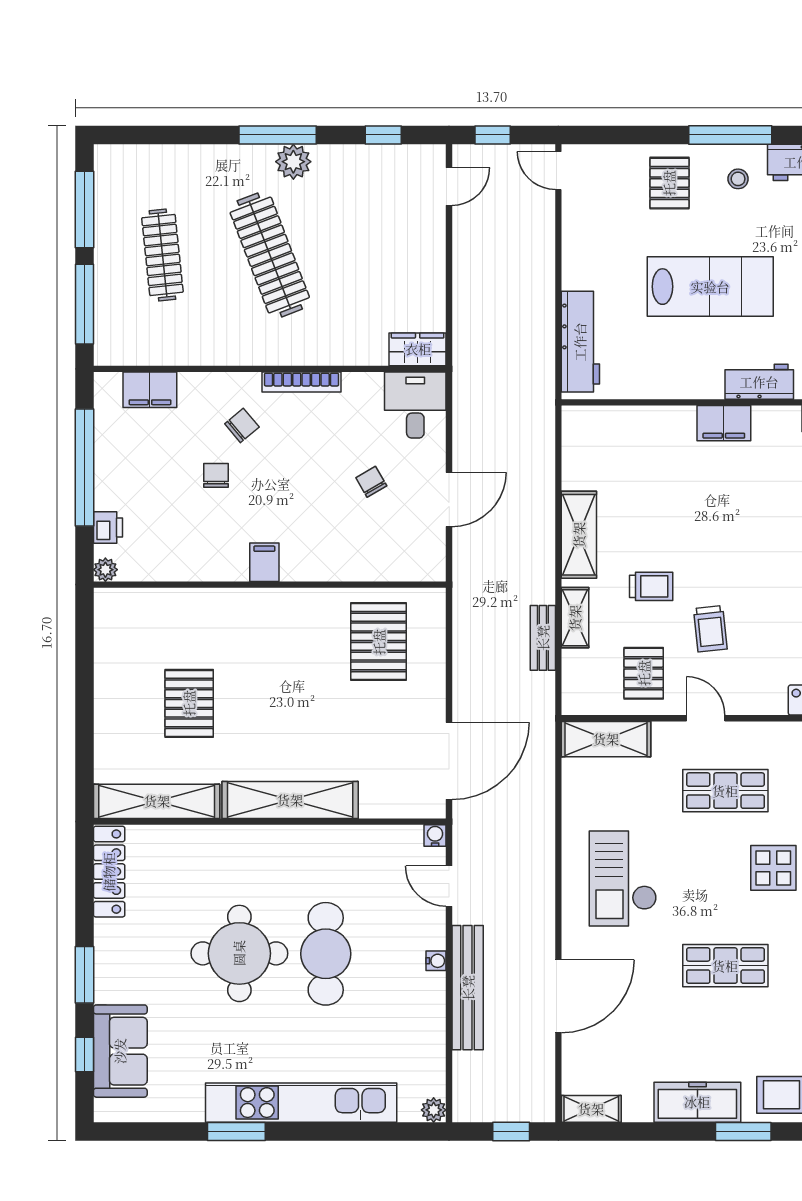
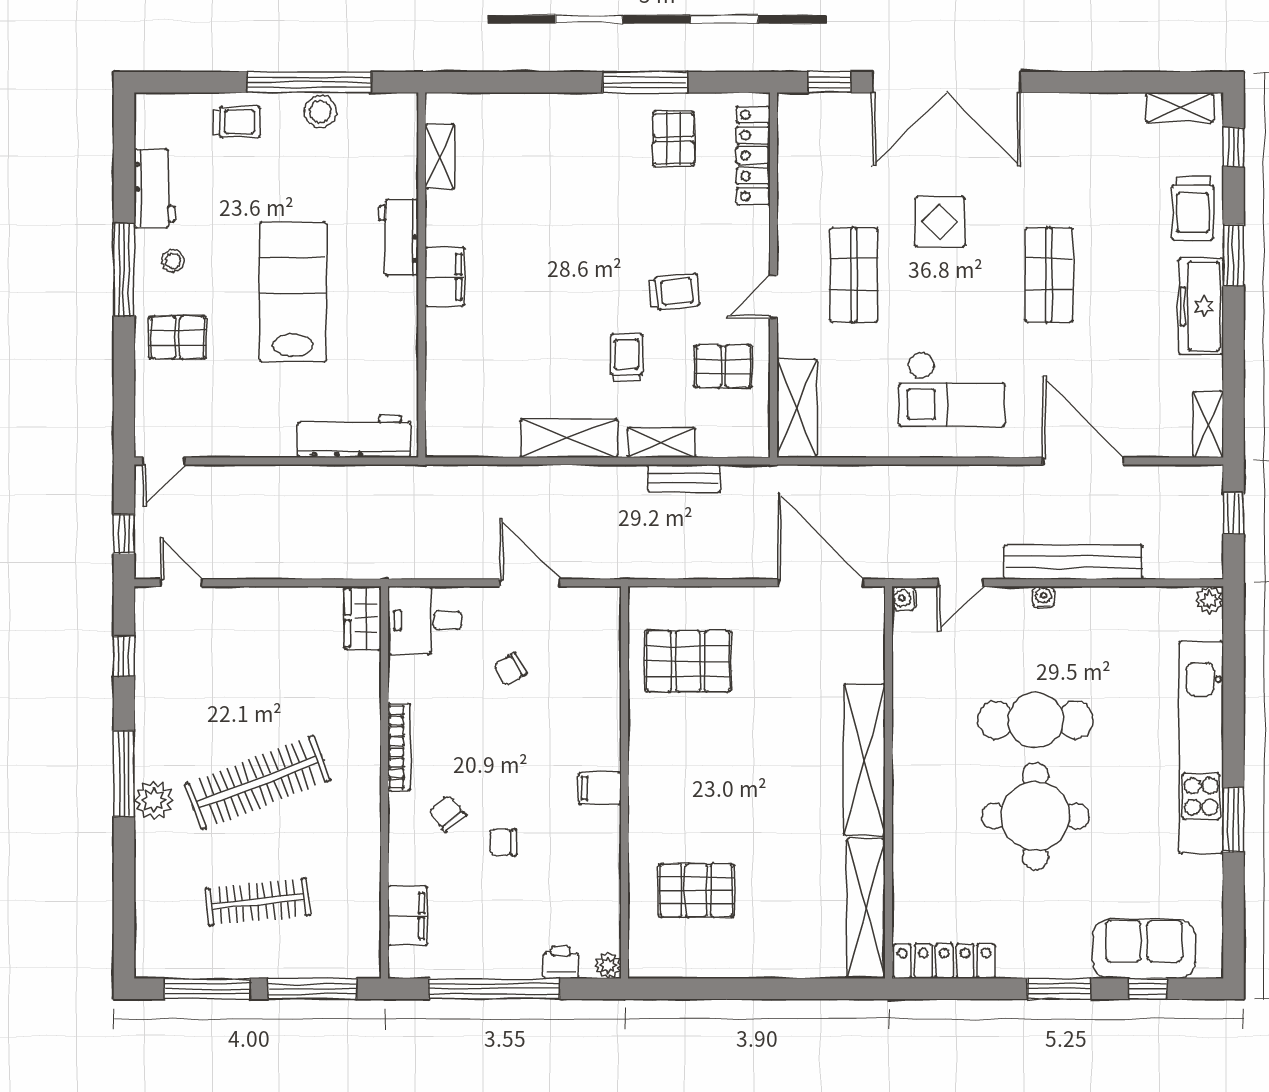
plant: (293, 162) -> (154, 800), moved
pallet: (189, 703) -> (696, 890), moved

